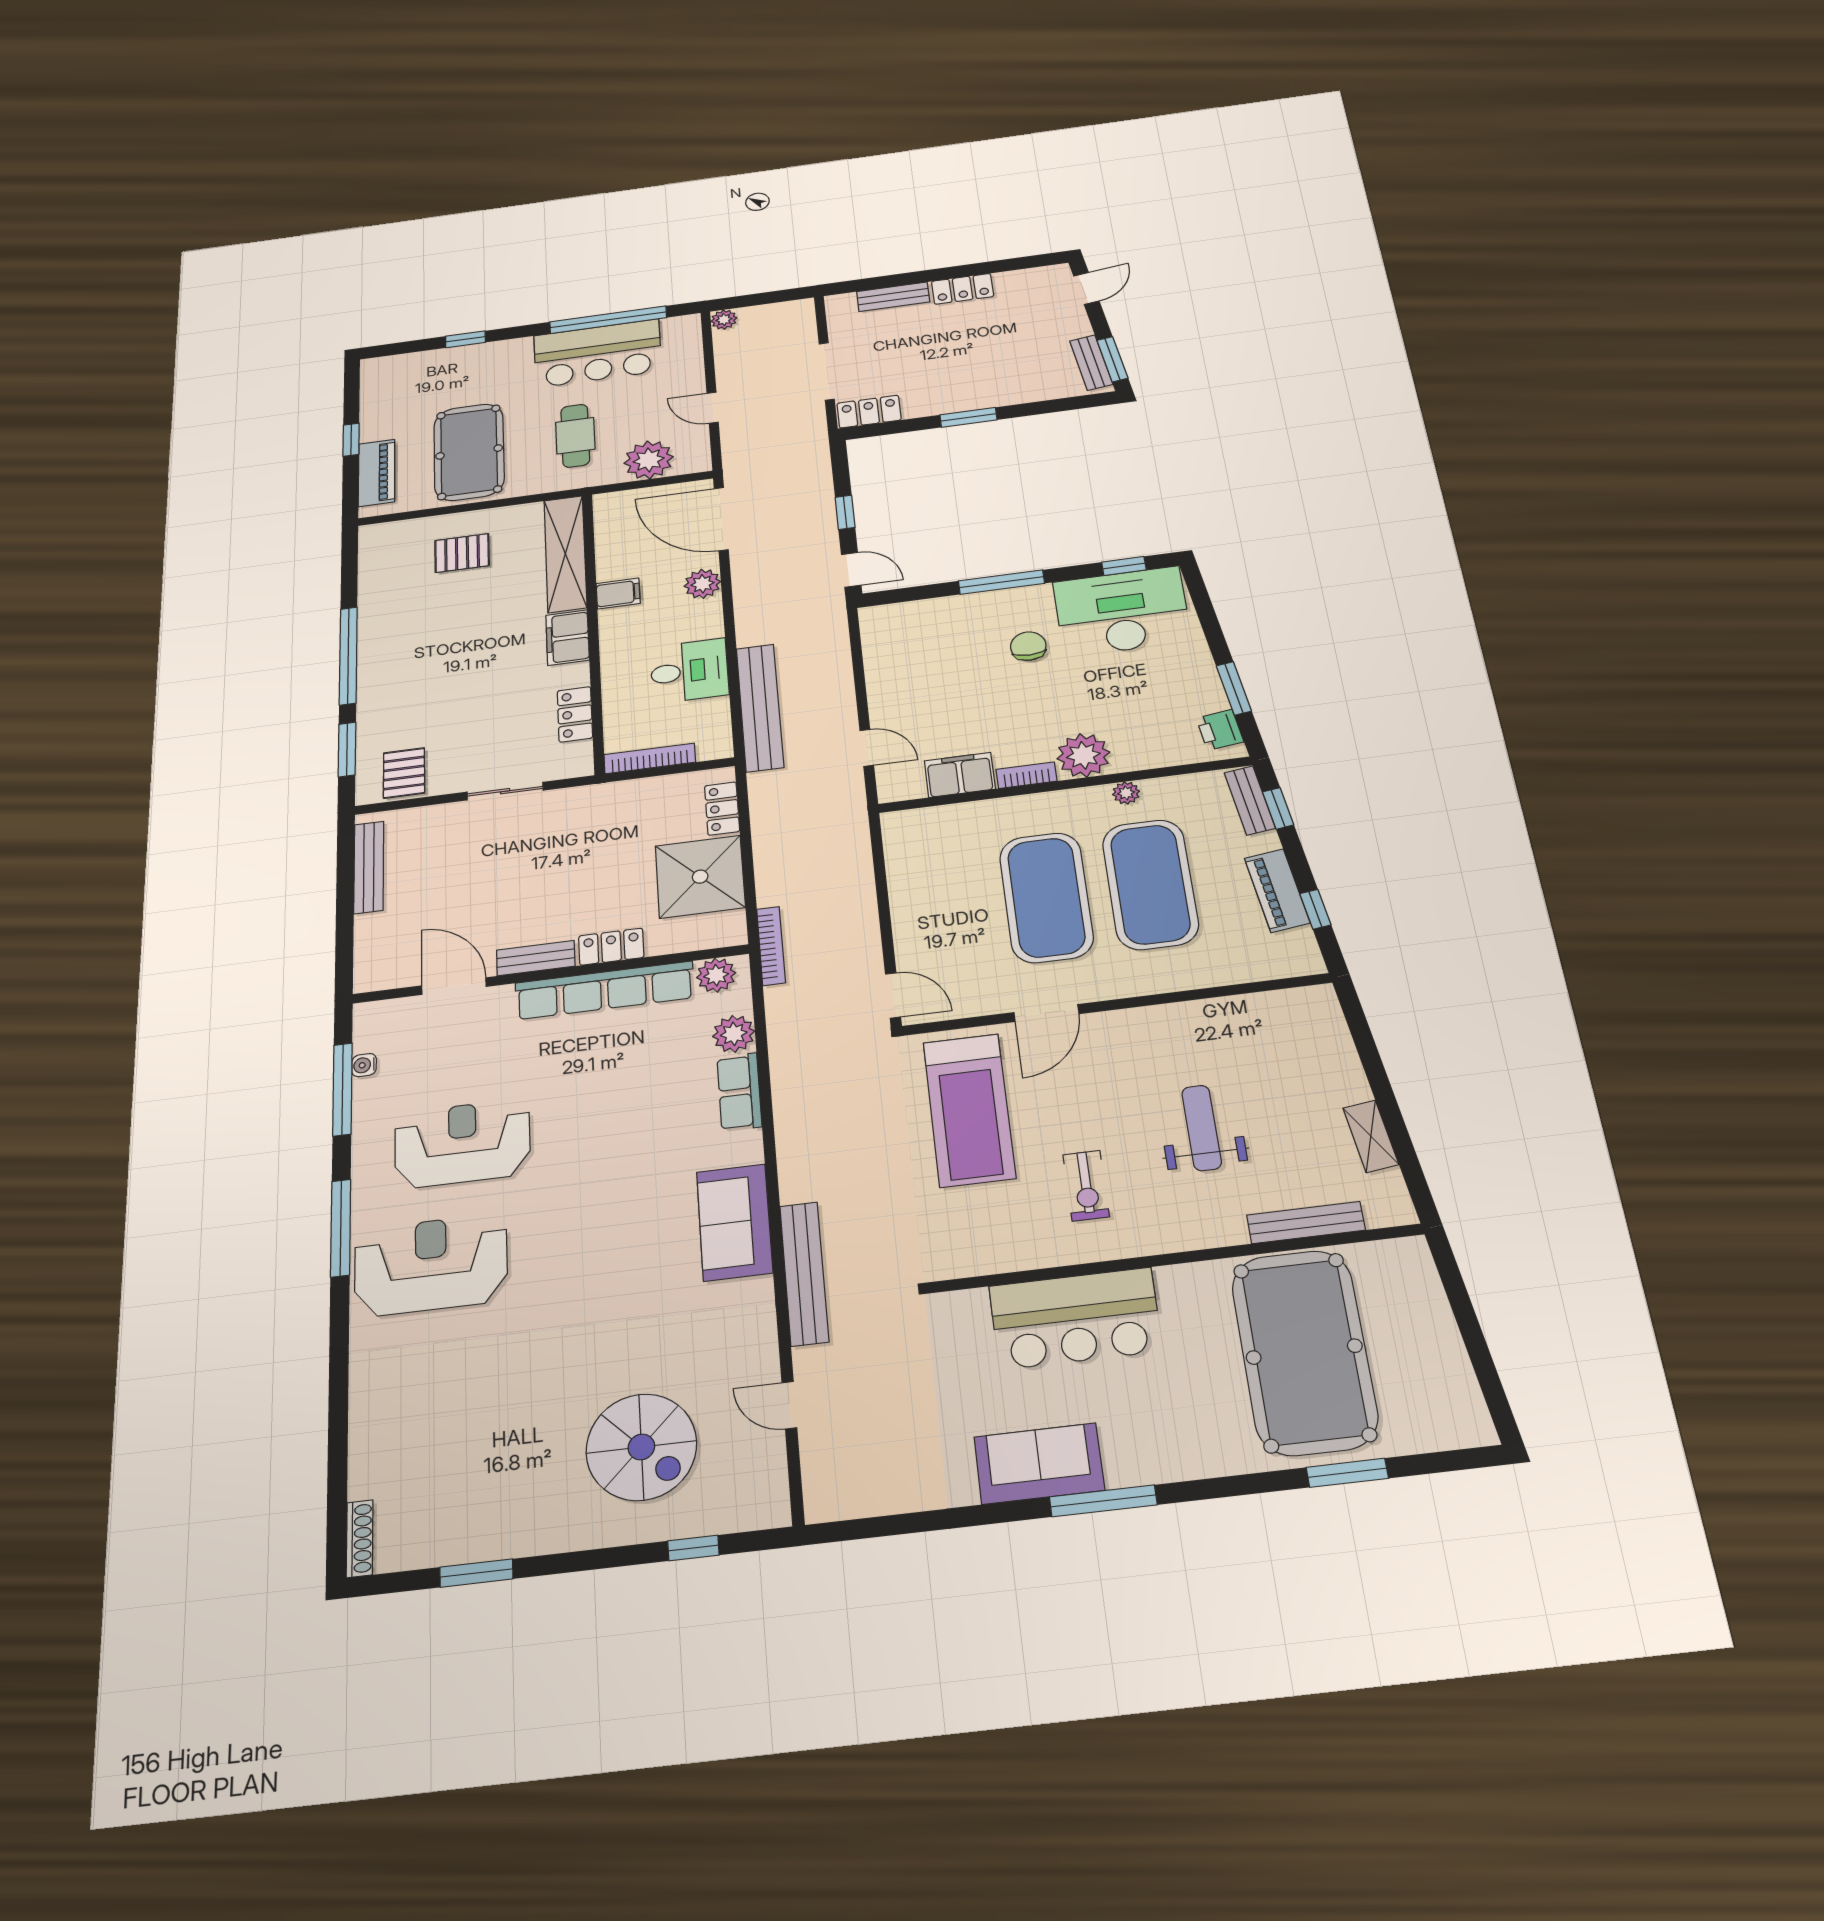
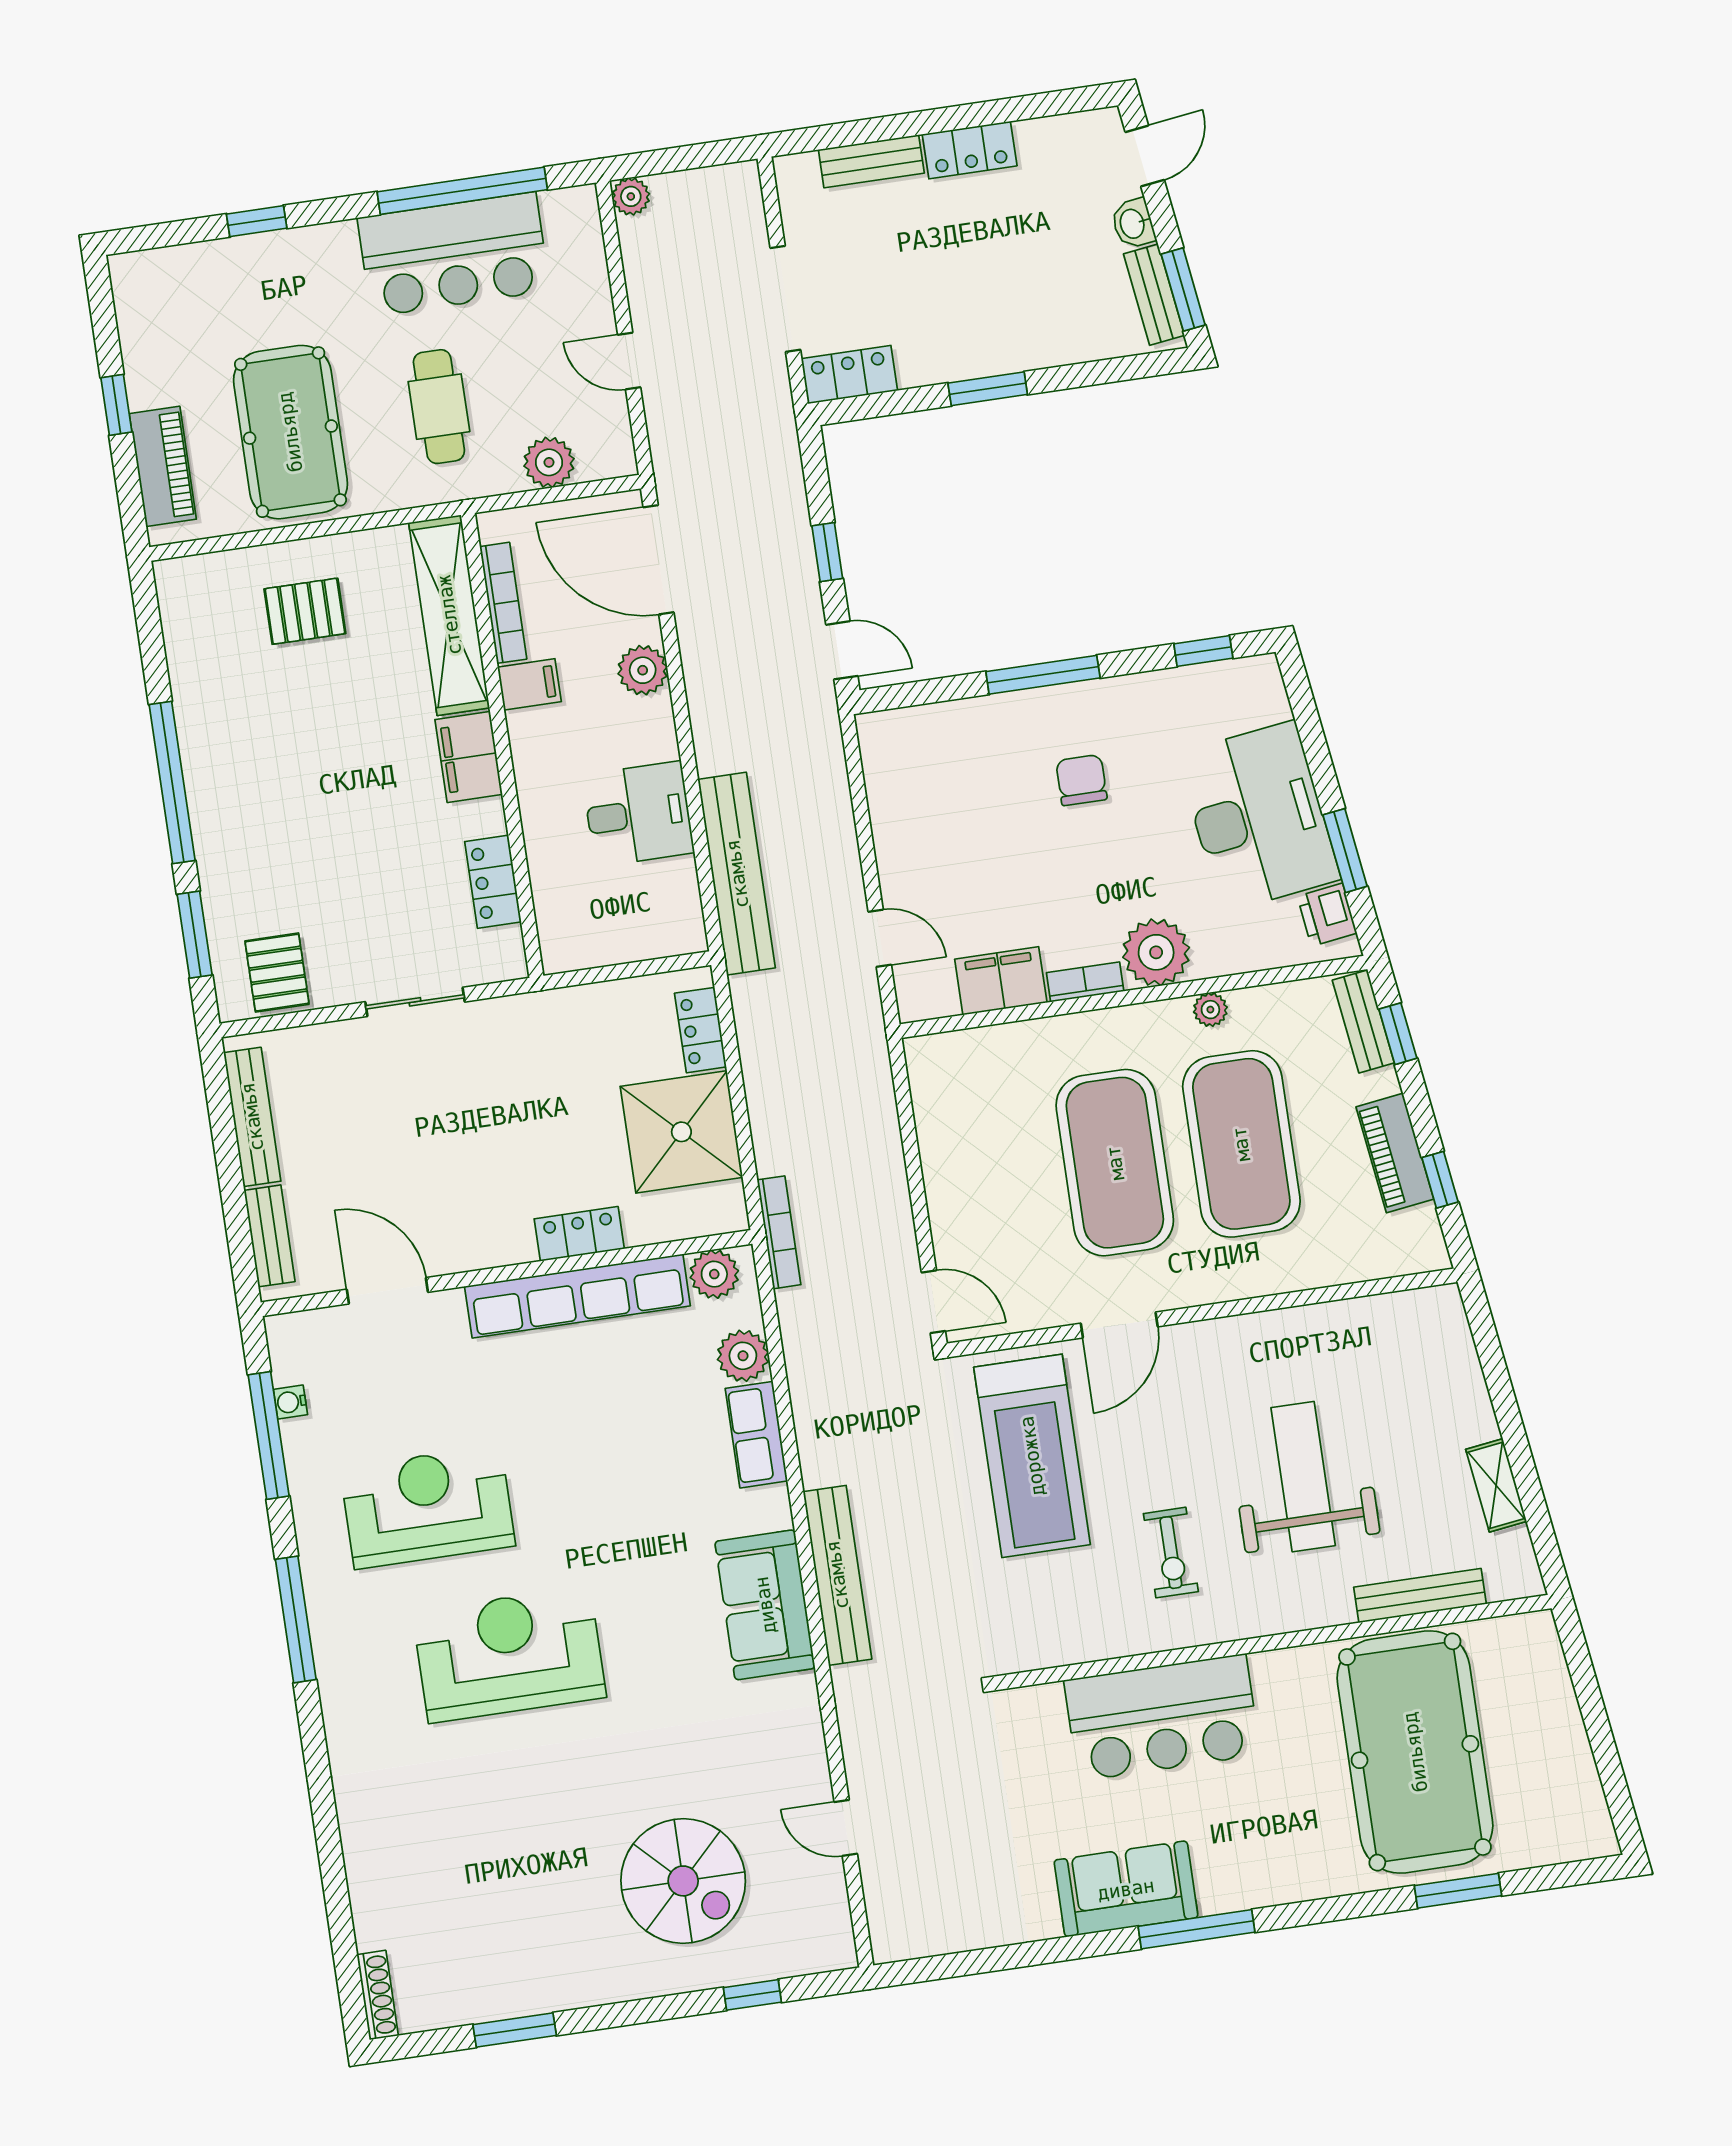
washbasin: (1077, 325) -> (1133, 223), added
plant: (649, 460) -> (549, 462), width x0.73, depth x0.73
desk: (1122, 612) -> (1258, 817), moved, turned 82
bookcase: (650, 758) -> (503, 603), moved, turned 90
bench: (536, 958) -> (269, 1236), moved, turned 90
weight bench: (1202, 1128) -> (1303, 1477), width x1.36, depth x1.33
reception desk: (431, 1265) -> (509, 1654), moved
bench: (804, 1273) -> (837, 1575), moved

